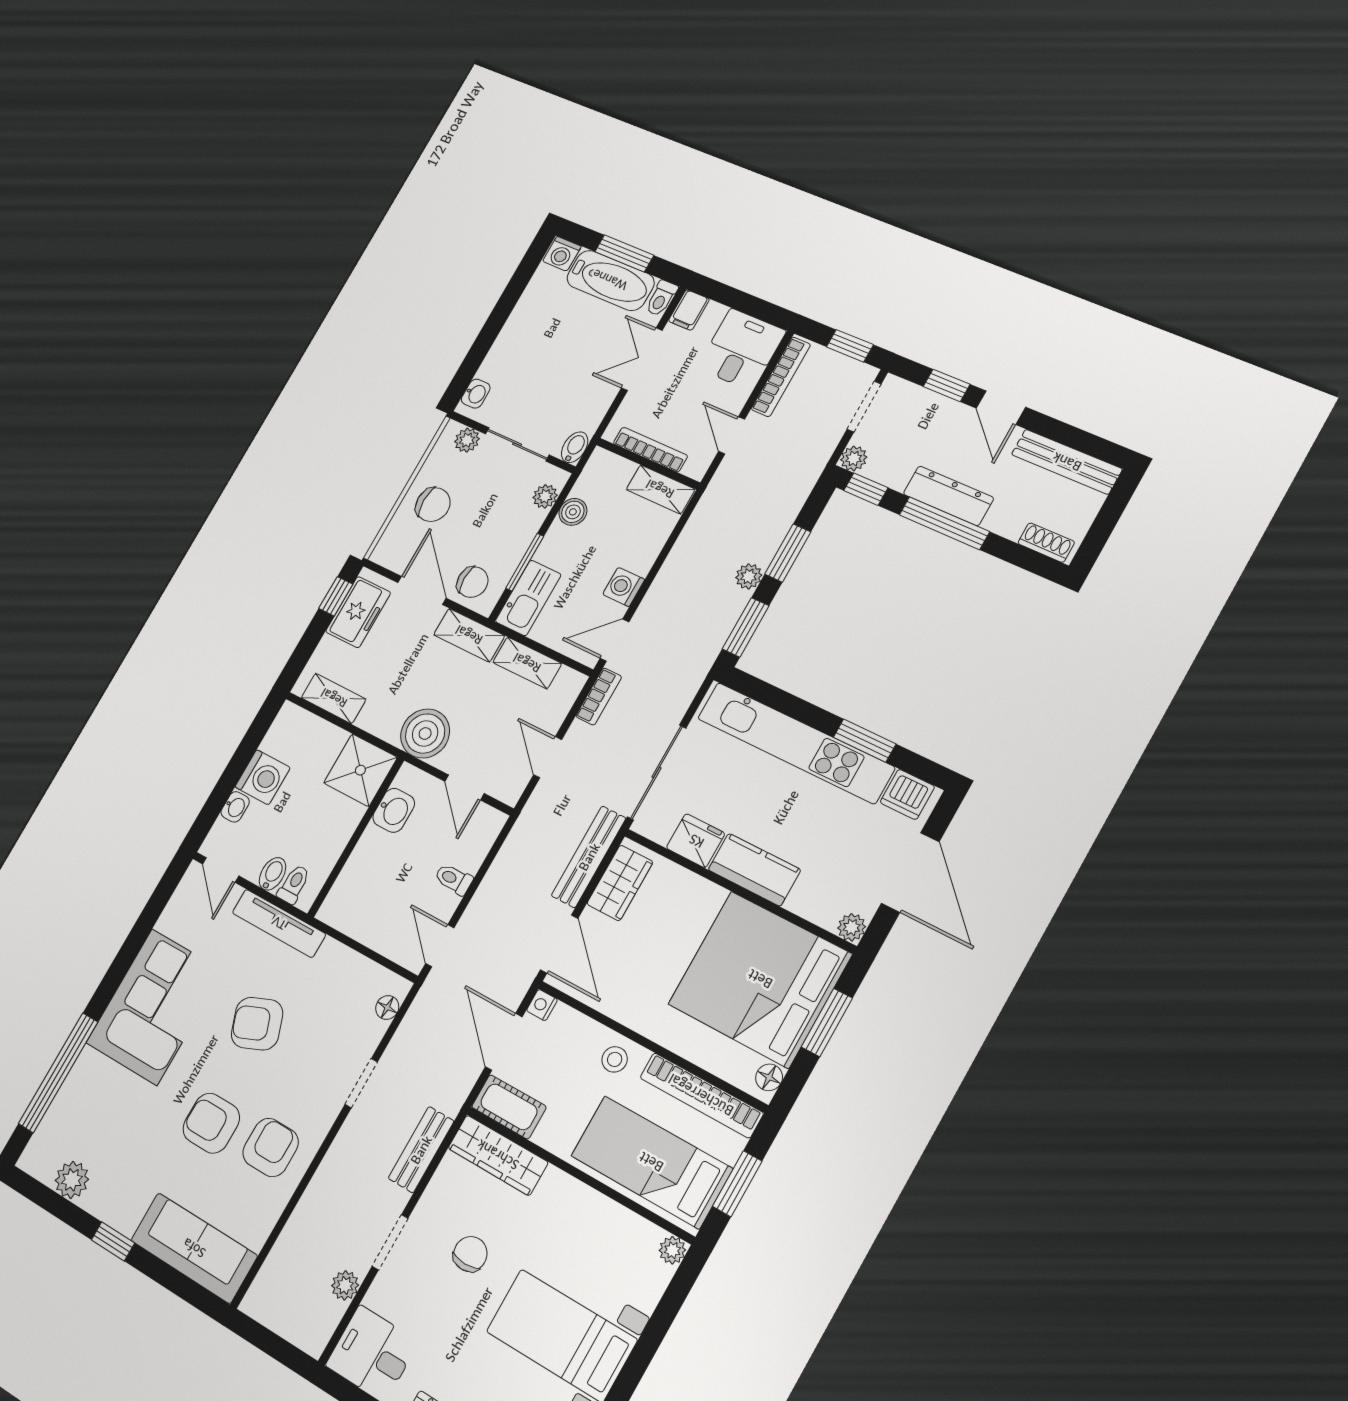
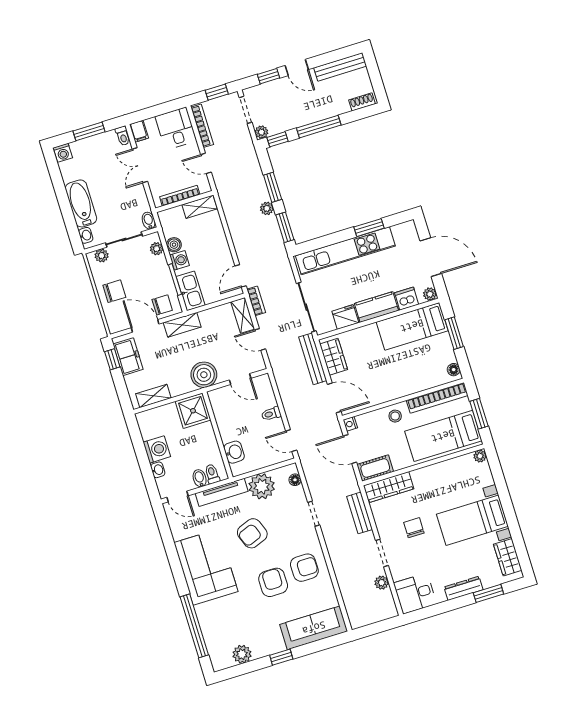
bathtub: (610, 280) -> (81, 203), moved, turned -90
dresser: (948, 496) -> (310, 116), removed
washing machine: (624, 587) -> (180, 260), moved, turned 180
shelving: (527, 663) -> (243, 315), moved, turned 90
dishwasher: (907, 794) -> (407, 299), moved, turned 180
washbasin: (394, 810) -> (234, 452), moved
plant: (336, 970) -> (262, 486), added
bed: (760, 979) -> (412, 326), width x0.49
armchair: (211, 1123) -> (273, 582), turned 90
armchair: (271, 1147) -> (304, 568), turned 90

